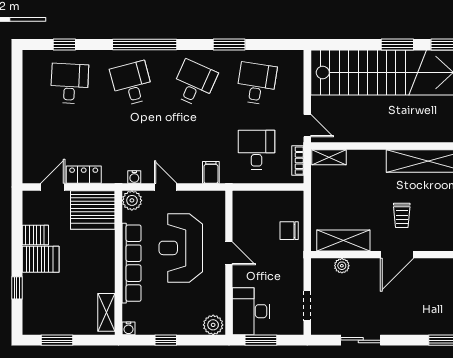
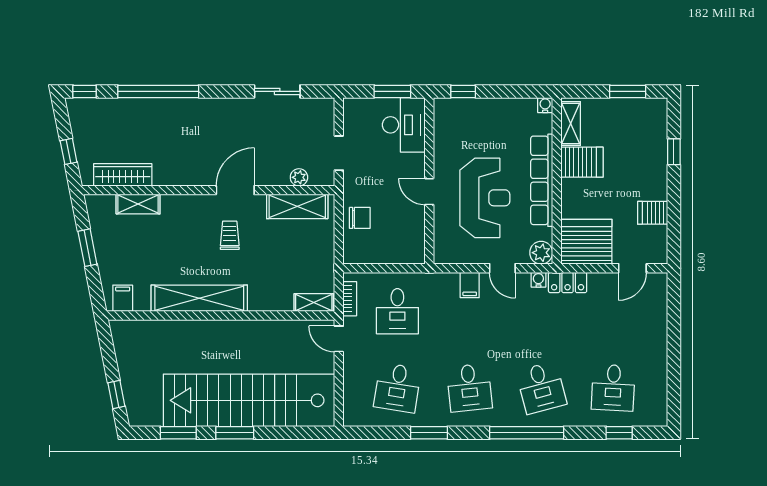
desk: (194, 83) -> (469, 388), turned -30
filing cabinet: (211, 172) -> (470, 285), moved
locker: (84, 175) -> (568, 283), moved
server rack: (41, 259) -> (582, 162), moved, turned 180
doorway: (307, 306) -> (339, 153), moved
plant: (213, 325) -> (448, 109), removed
window: (166, 340) -> (463, 91), moved

